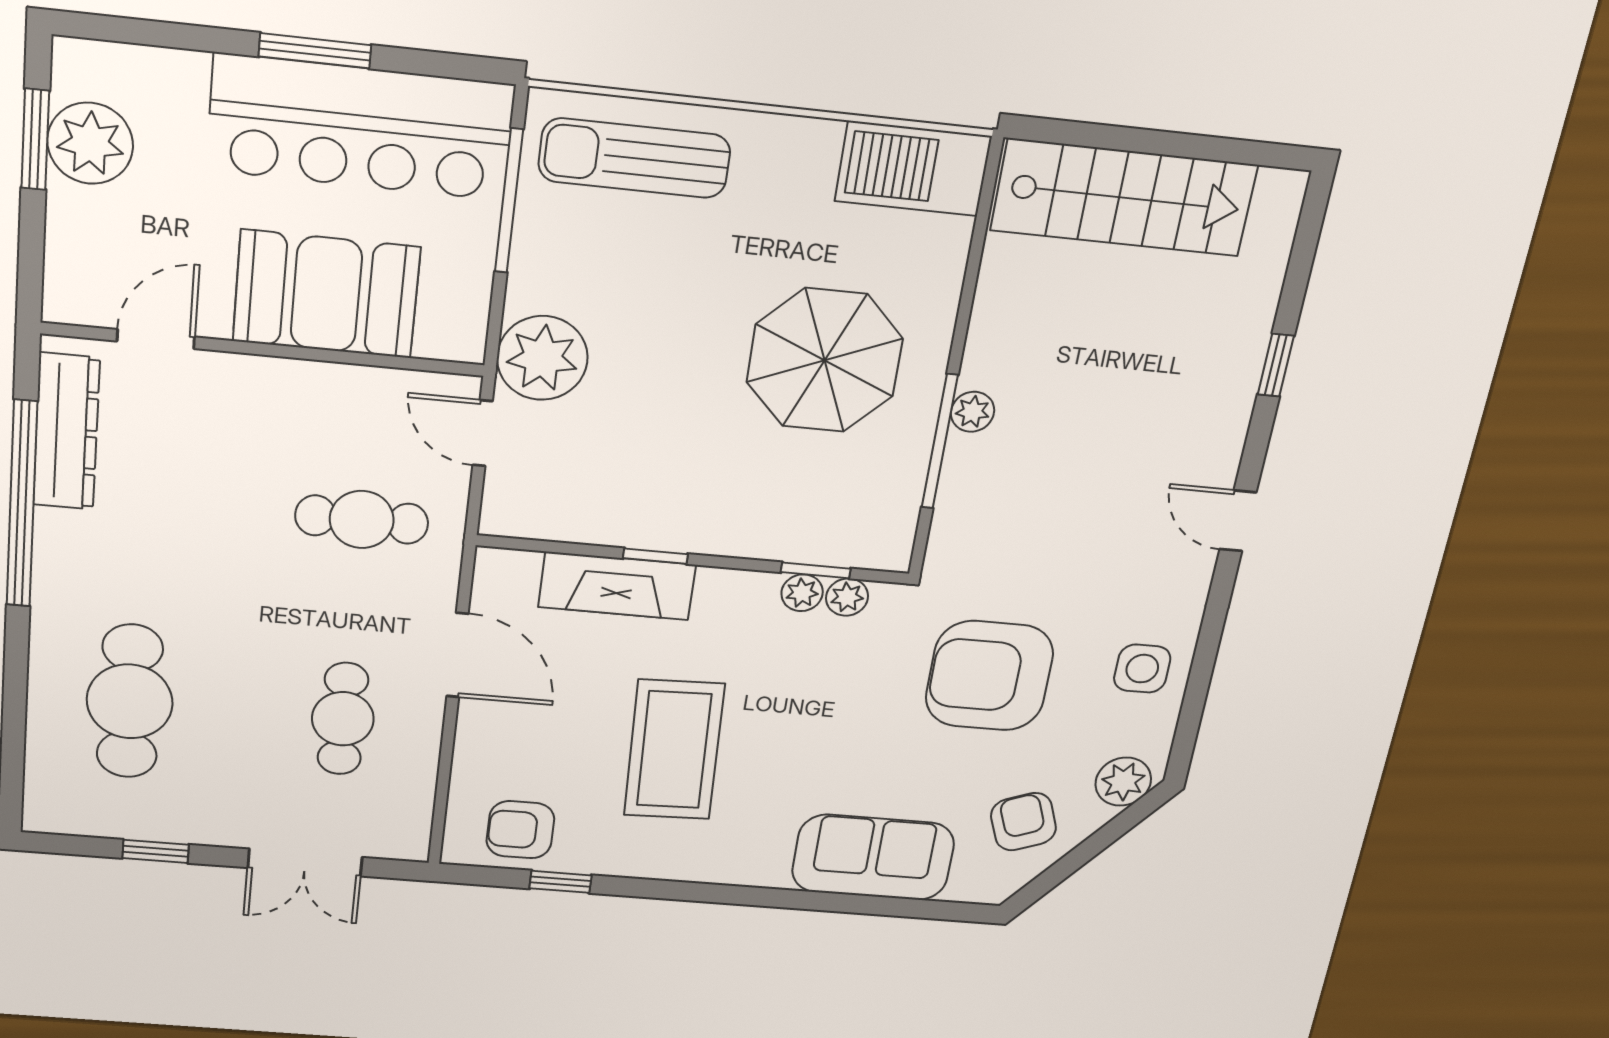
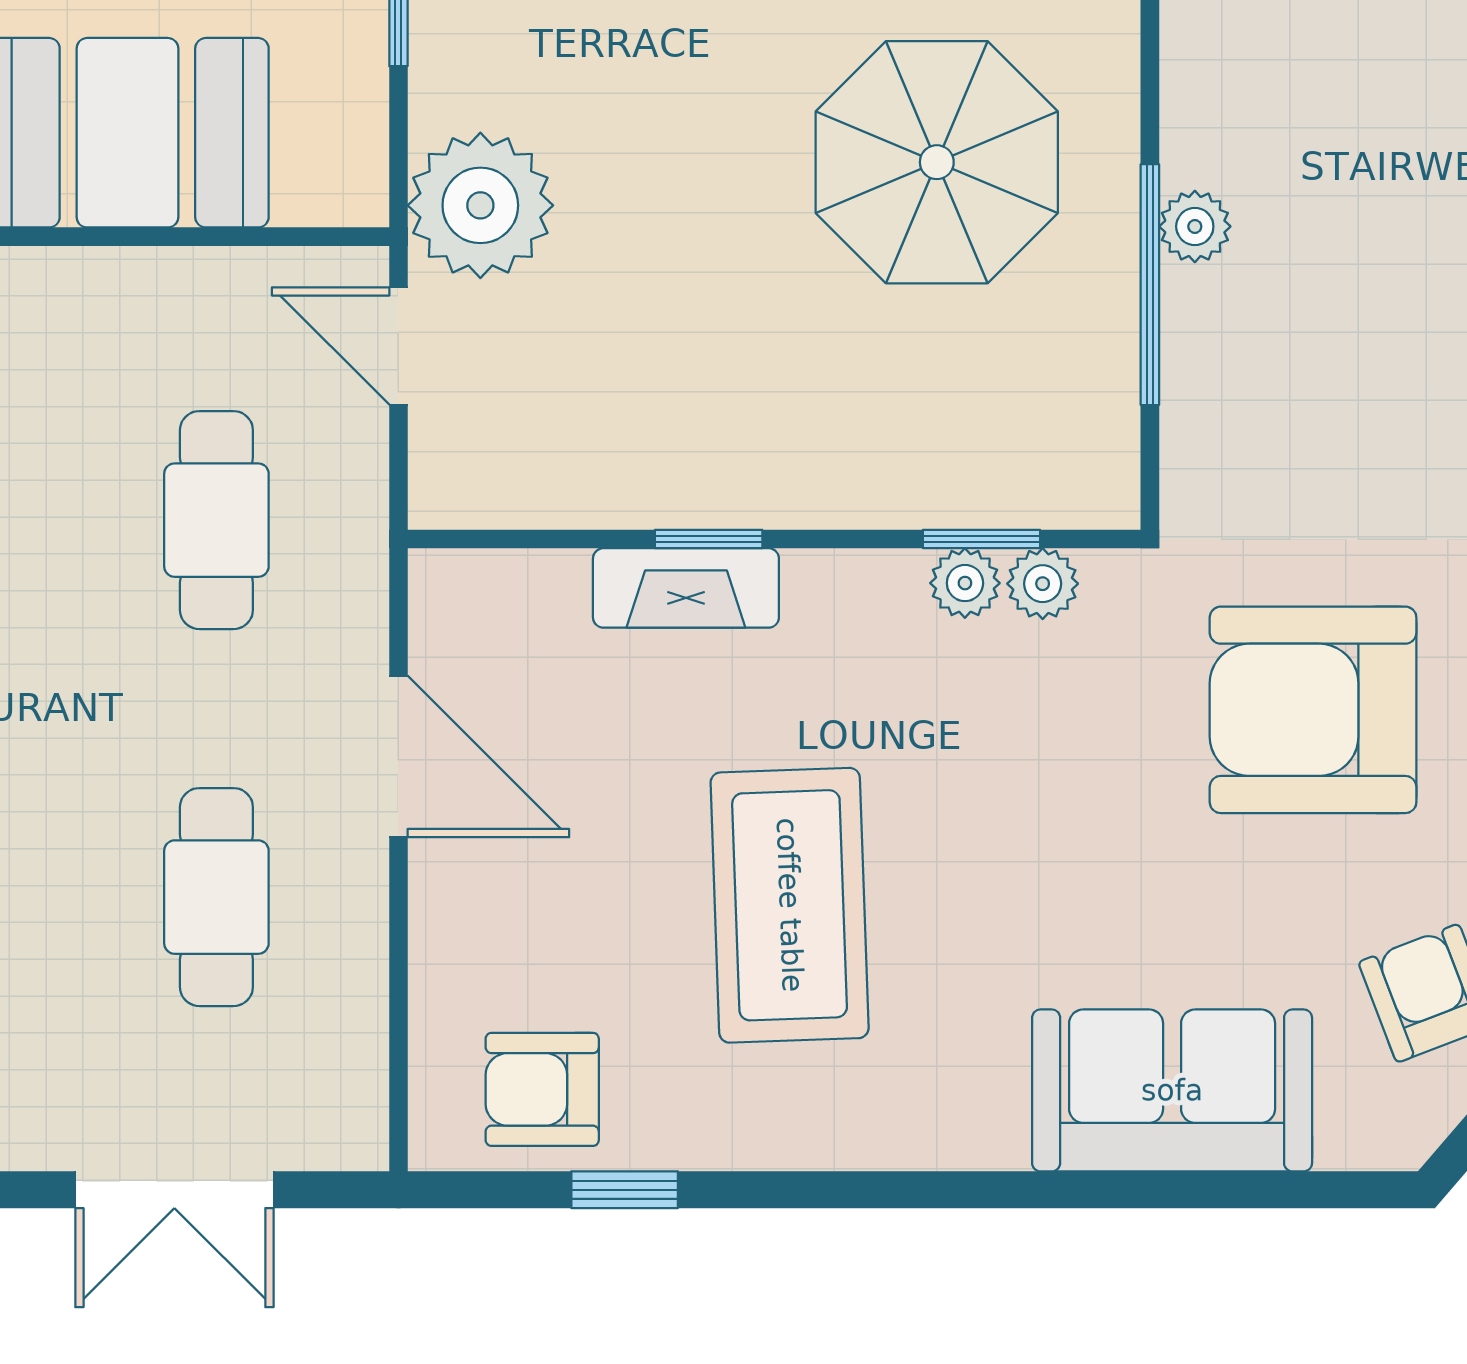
cafe table: (362, 520) -> (216, 520), turned 90
fireplace: (617, 586) -> (686, 588), width x0.73, depth x0.76

